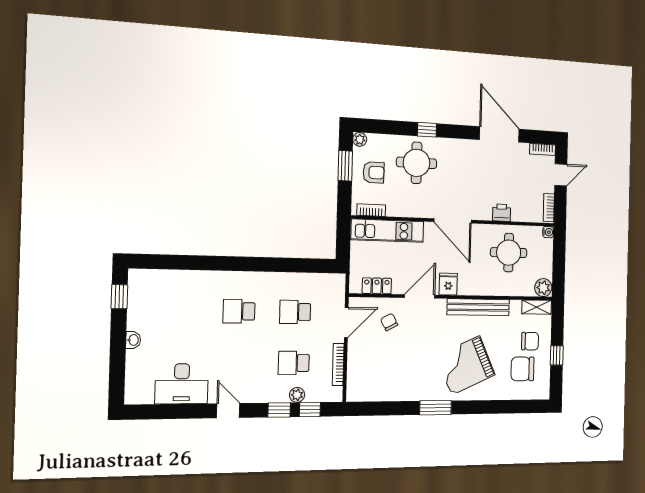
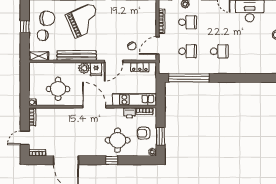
printer: (502, 213) -> (129, 113), moved
window: (294, 265) -> (189, 78), added
plant: (543, 288) -> (84, 68), moved

